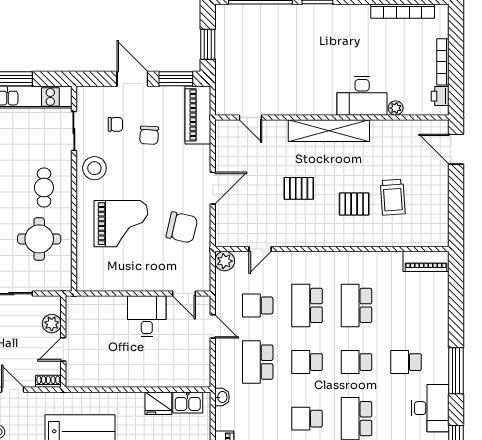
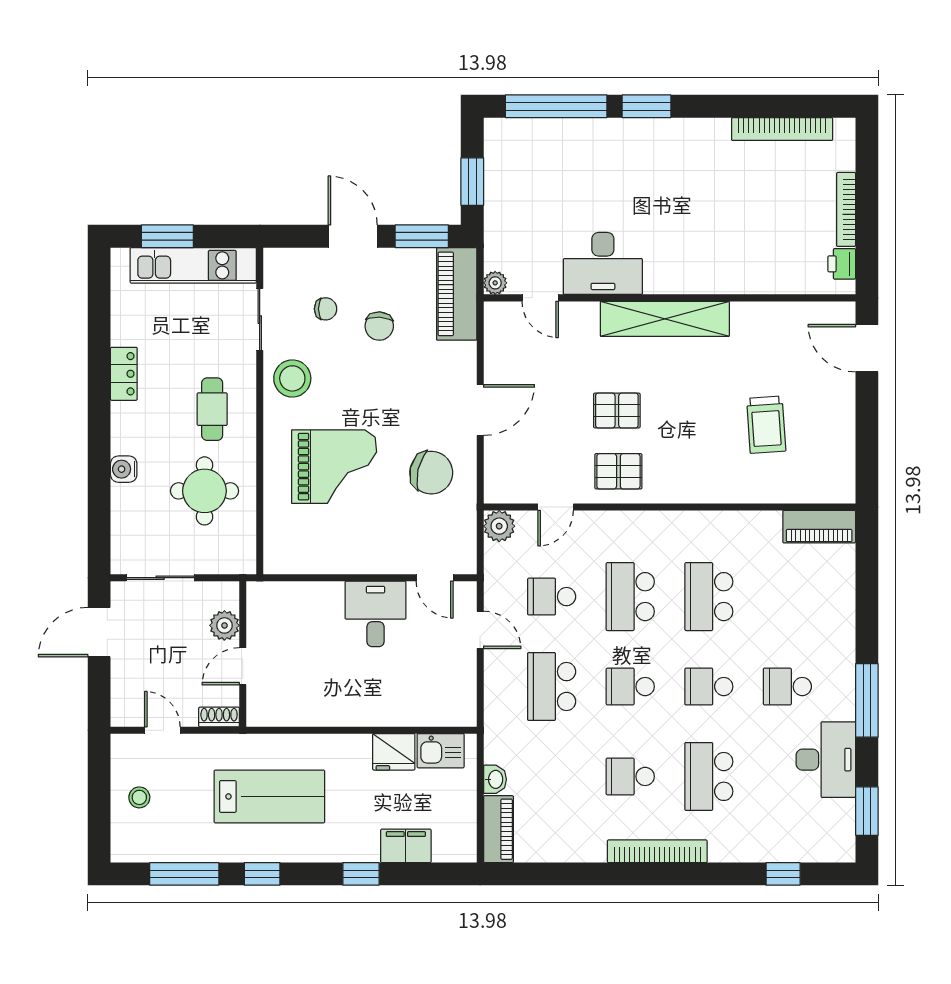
desk: (362, 96) -> (603, 263), moved
plant: (396, 108) -> (495, 283), moved
pallet: (354, 204) -> (618, 471), moved
washbasin: (222, 397) -> (495, 779), moved

